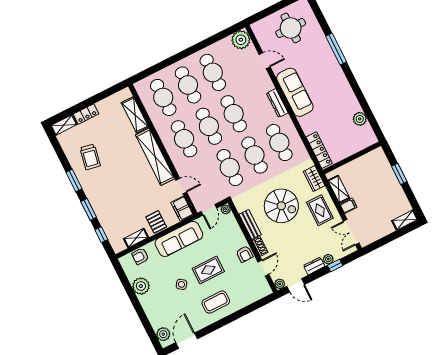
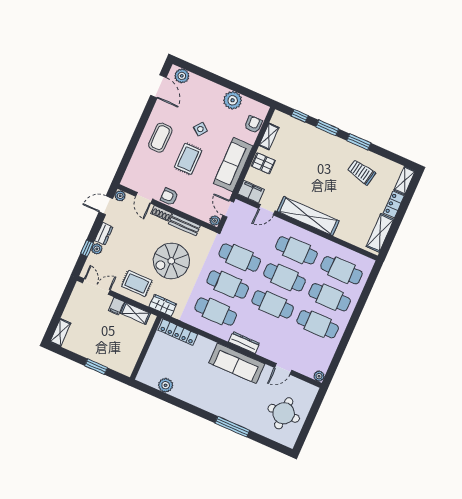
plant: (241, 40) -> (319, 376), width x0.53, depth x0.53
shelving: (135, 115) -> (380, 233), moved, turned 90

